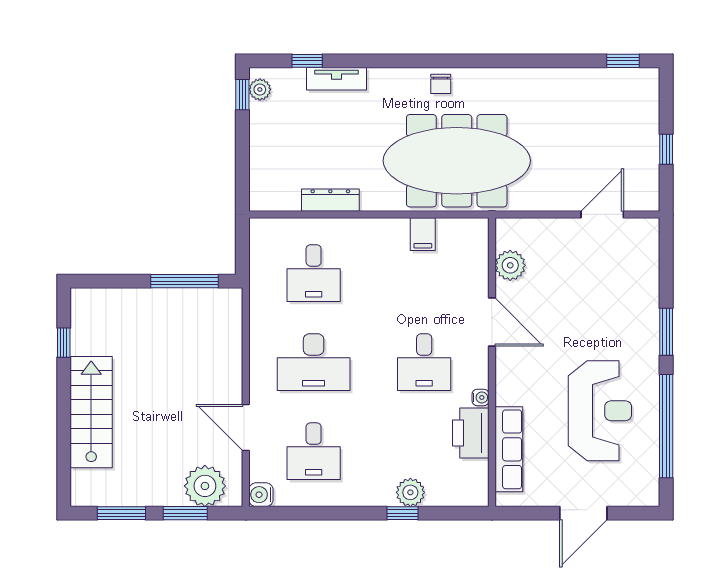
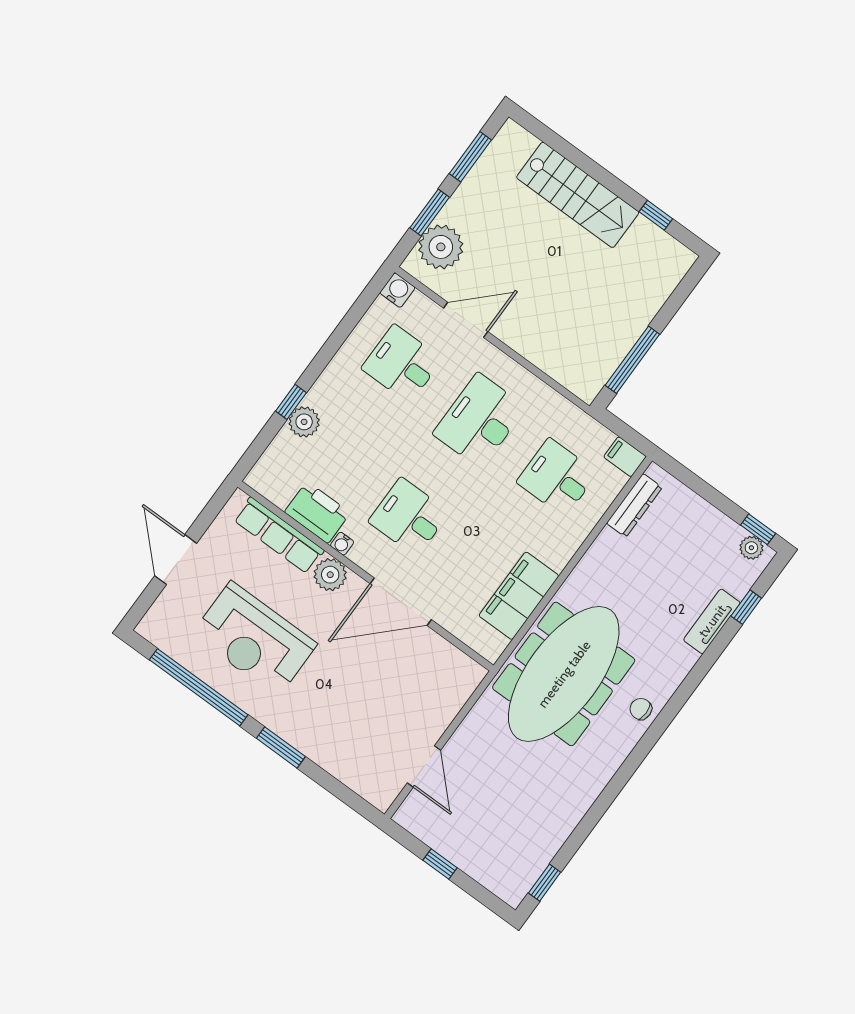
dresser: (330, 200) -> (634, 505), moved
filing cabinet: (261, 234) -> (625, 457), added
filing cabinet: (423, 234) -> (519, 596), width x3.00, depth x1.17
plant: (510, 265) -> (330, 575), moved
door: (492, 322) -> (401, 602), width x1.36

